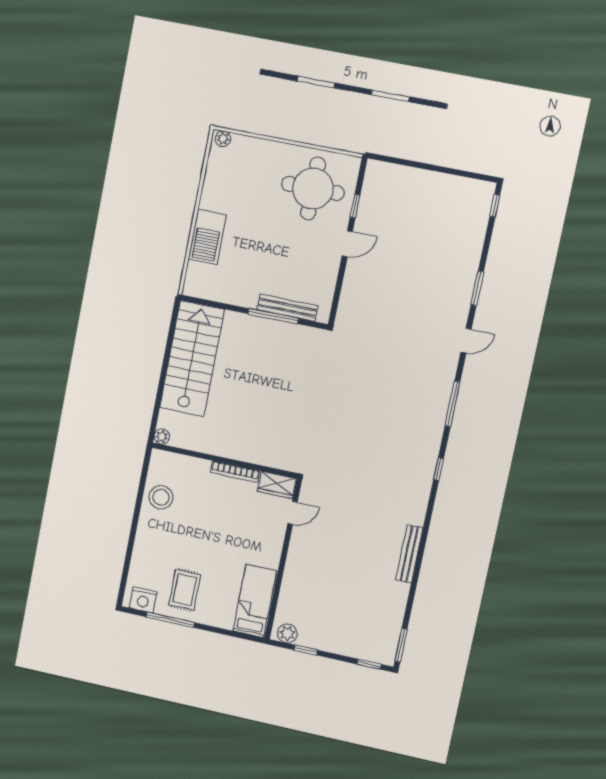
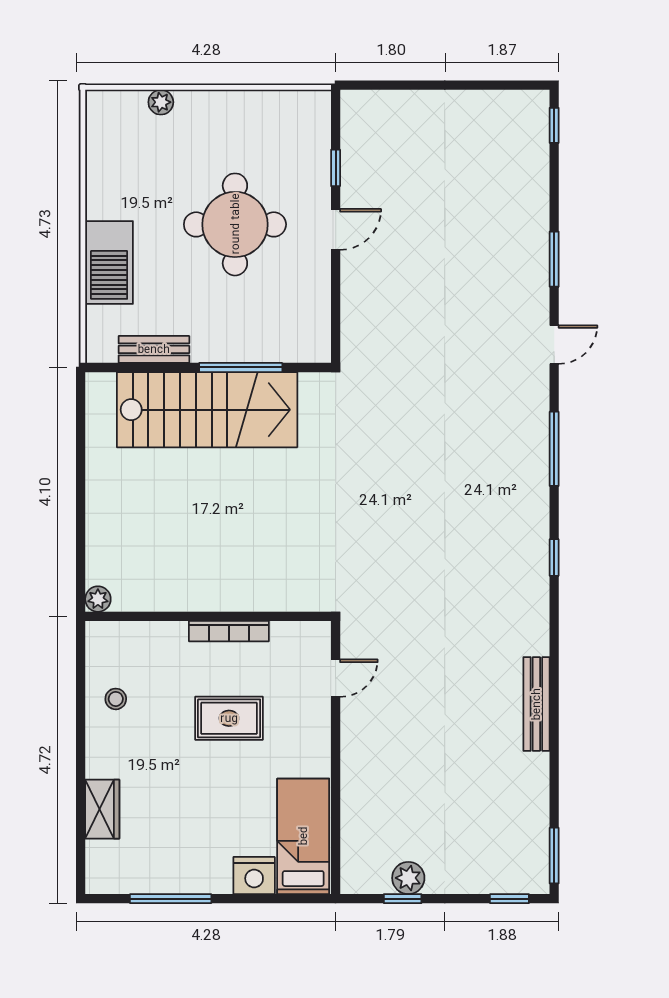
plant: (223, 139) -> (161, 102), moved
round table: (313, 189) -> (235, 224), moved
bench: (287, 308) -> (154, 349), moved, width x0.73
stairs: (192, 359) -> (207, 410), moved, turned 90
wardrobe: (277, 485) -> (102, 809), moved, turned -90
stool: (161, 497) -> (116, 699), width x0.53, depth x0.53
rug: (185, 590) -> (229, 718), moved, turned 90
nightstand: (143, 600) -> (254, 876), moved
plant: (287, 633) -> (408, 878), moved

